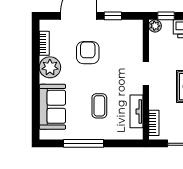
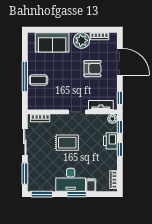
window: (113, 16) -> (120, 98), moved
coffee table: (99, 106) -> (38, 80), moved
tv unit: (136, 111) -> (101, 105), moved
window: (83, 143) -> (25, 76), moved

